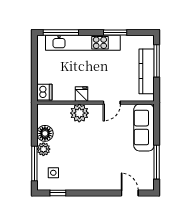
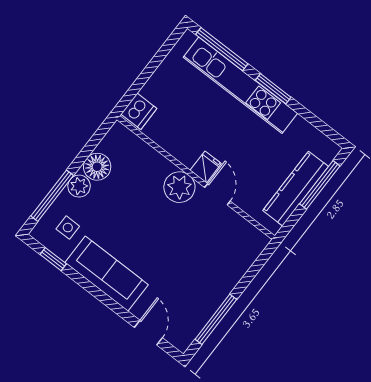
window: (115, 33) -> (273, 89), moved
fridge: (82, 94) -> (206, 167), moved
door: (112, 103) -> (217, 194), swing flipped
plant: (79, 113) -> (179, 187), moved
sofa: (144, 128) -> (107, 274), moved, turned 90

